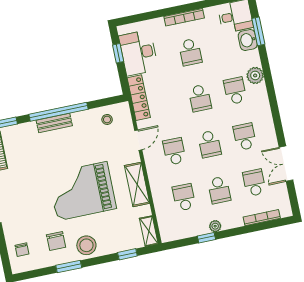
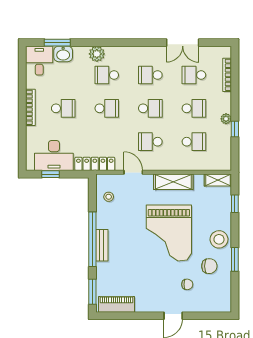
school desk: (184, 197) -> (194, 142), turned 180
chair: (22, 250) -> (187, 284), moved

